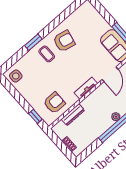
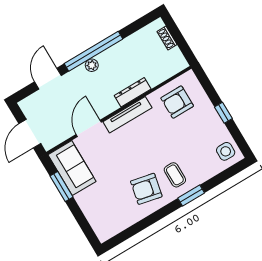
tv unit: (86, 88) -> (127, 115), width x1.41
dresser: (73, 115) -> (133, 92), moved
window: (35, 116) -> (223, 113), moved

